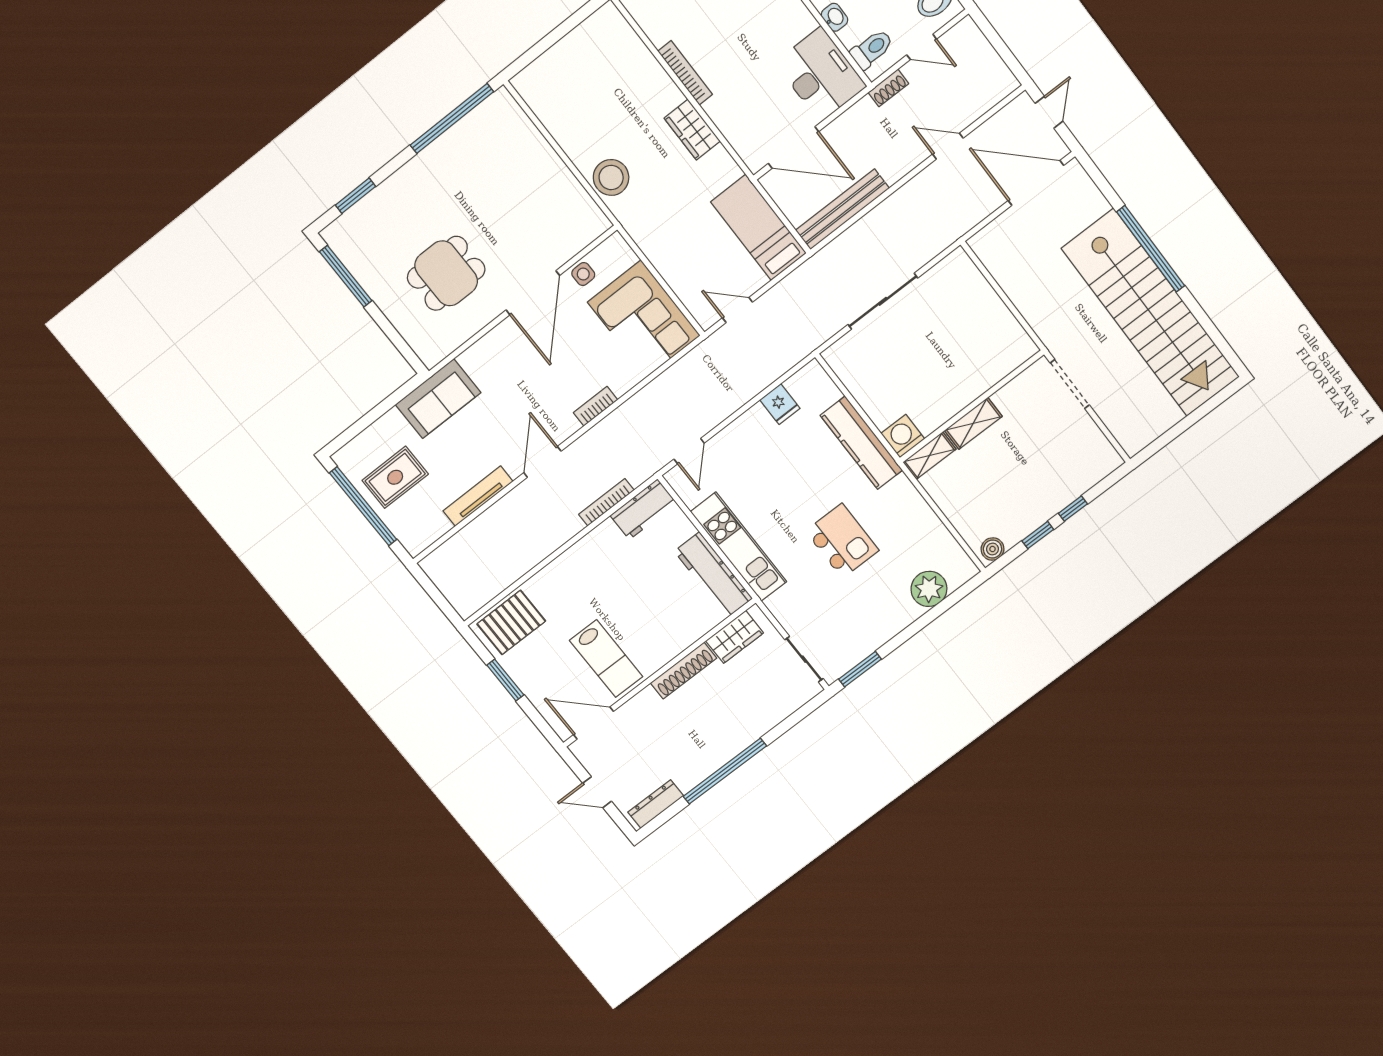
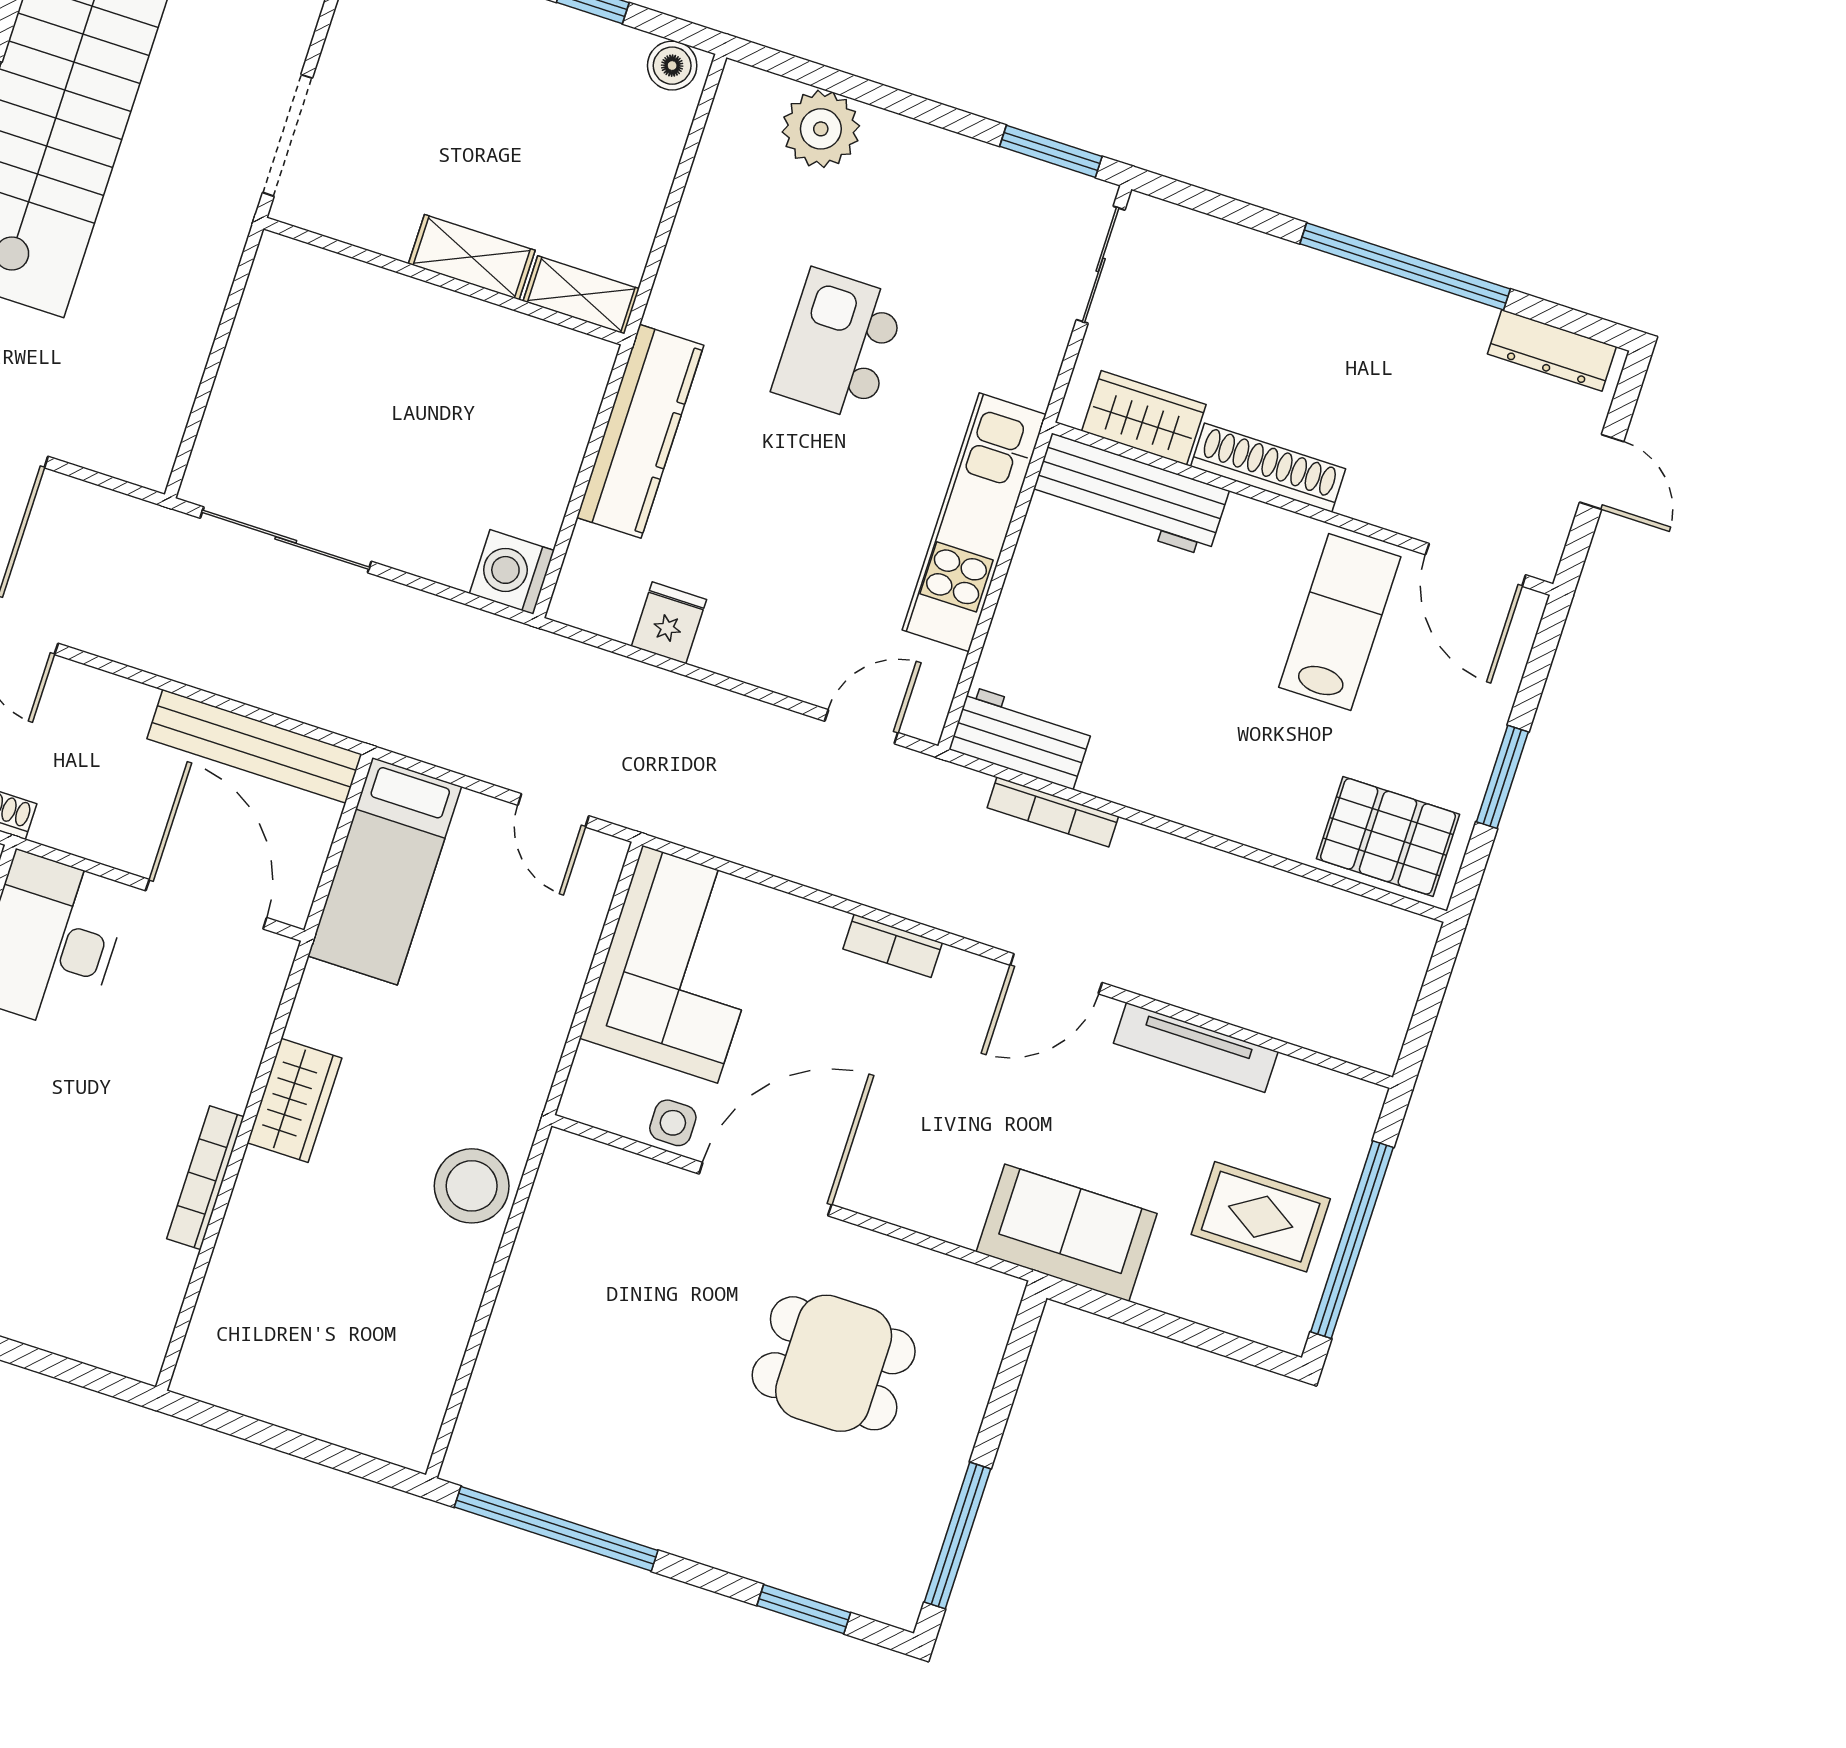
sliding door: (883, 301) -> (286, 540), moved
washing machine: (903, 436) -> (512, 572), moved, turned 90
workbench: (713, 575) -> (1130, 495), moved, turned 90

